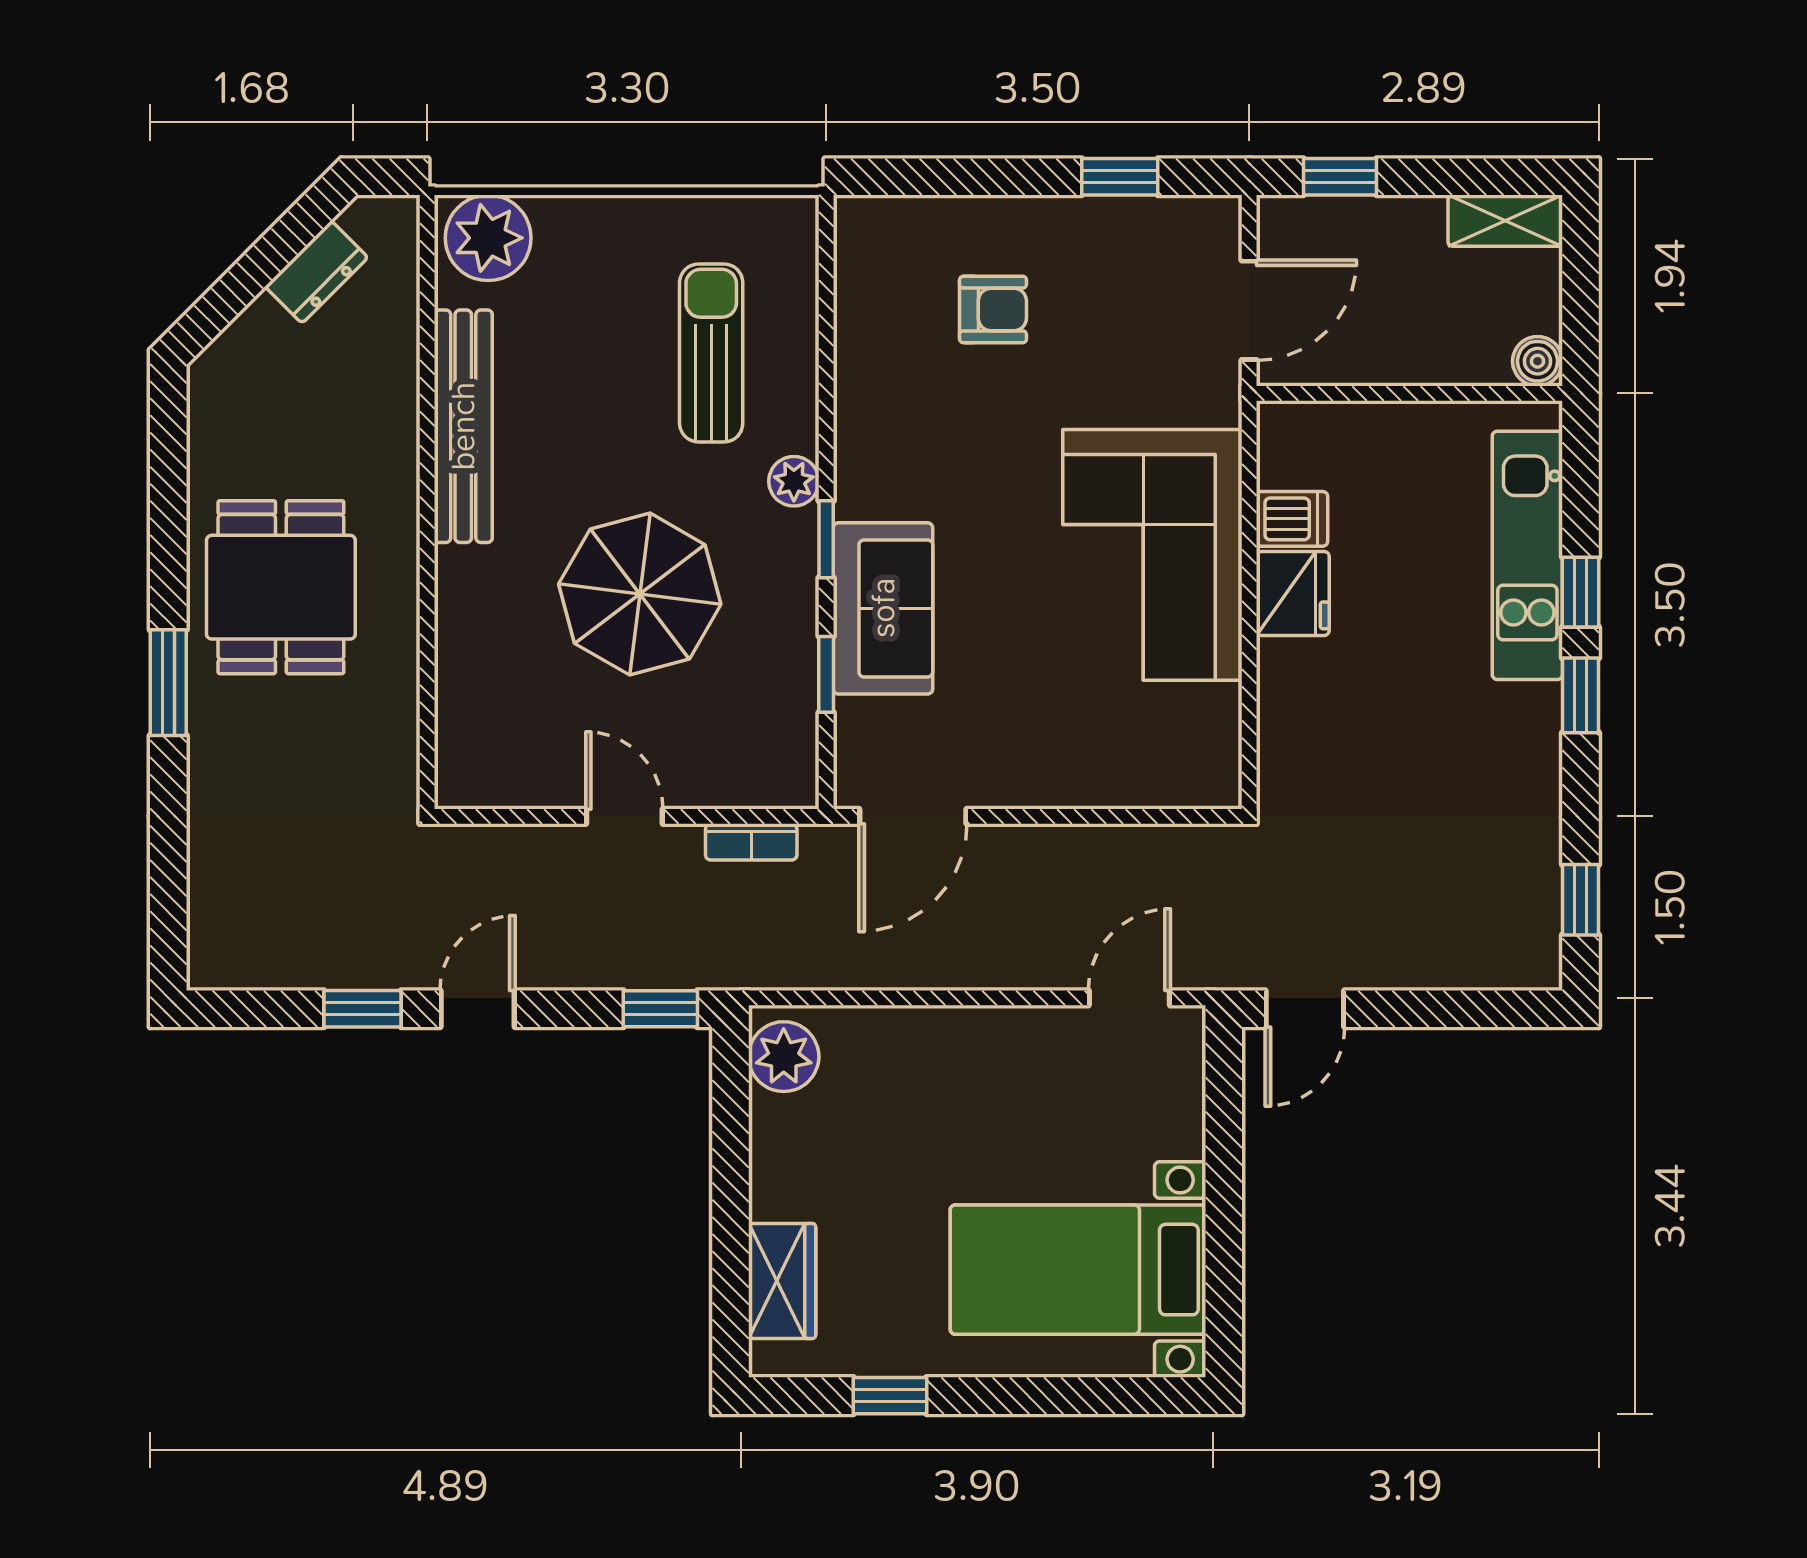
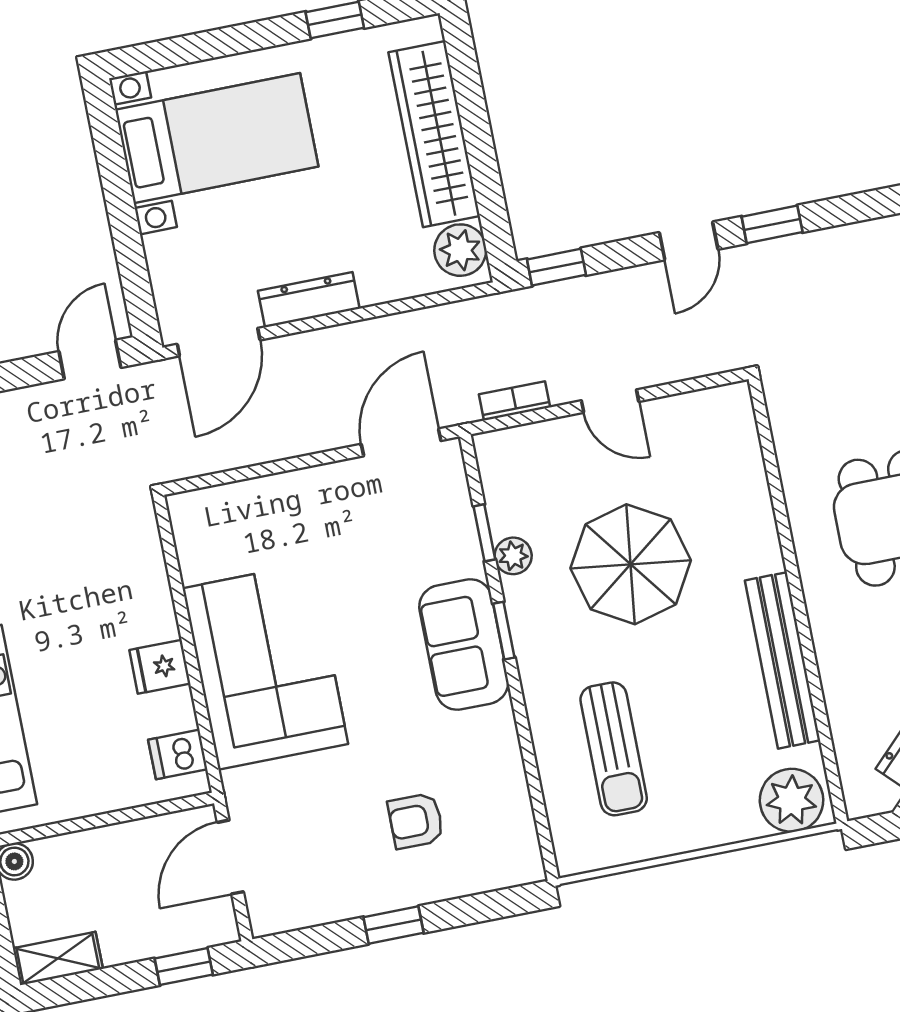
window: (1120, 177) -> (394, 925), moved
plant: (794, 481) -> (513, 556), moved
dishwasher: (1292, 519) -> (178, 754), moved
fridge: (1293, 593) -> (160, 667), width x0.72
sofa: (883, 608) -> (464, 645), moved
door: (1129, 998) -> (219, 342), width x1.38
dresser: (998, 1031) -> (309, 300), added
wardrobe: (782, 1281) -> (434, 134), width x2.10, depth x1.17

